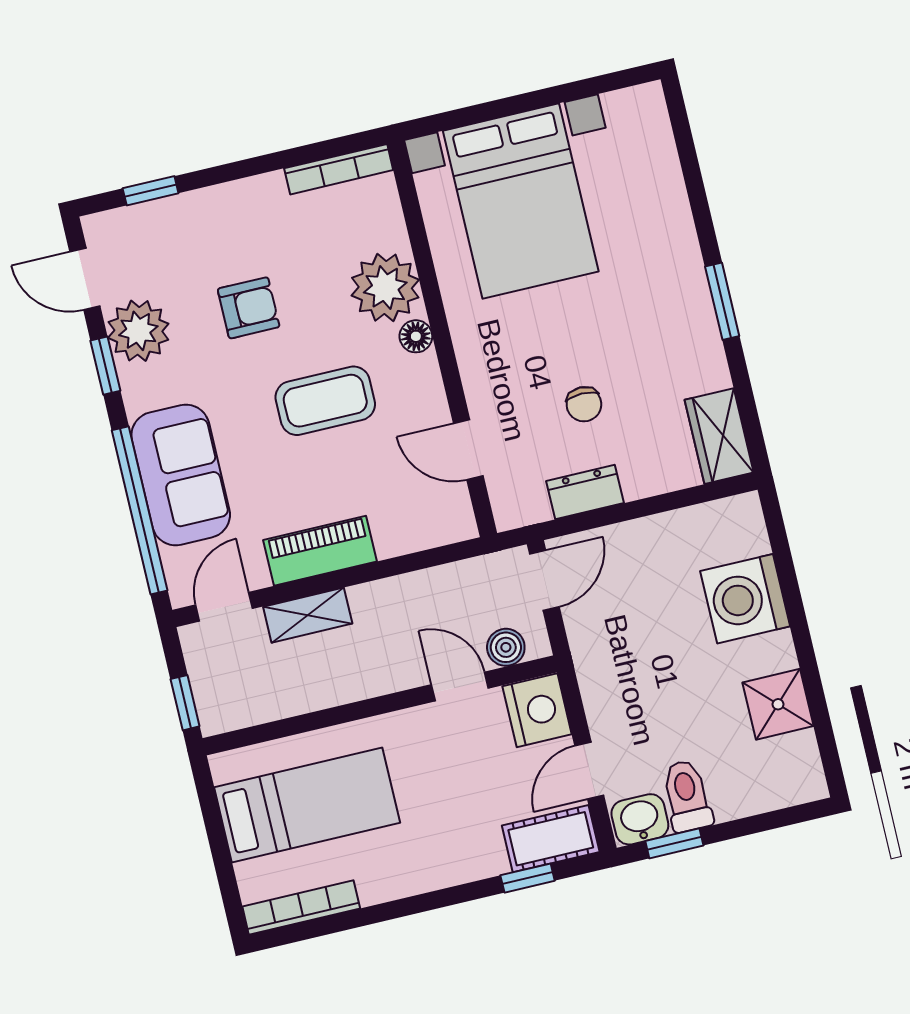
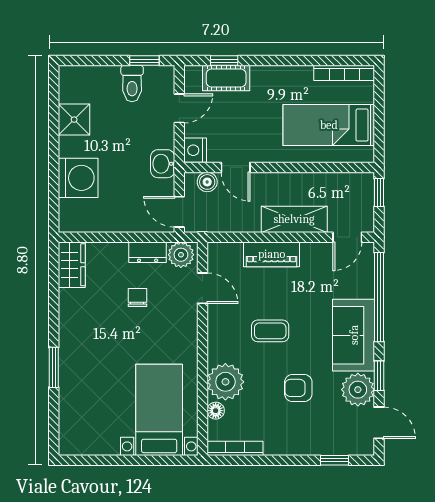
bed with nightstands: (521, 201) -> (159, 410), width x0.73
window: (722, 301) -> (54, 367), moved
floor lamp: (416, 336) -> (216, 411), moved
coffee table: (325, 401) -> (270, 331), width x0.73, depth x0.77
sofa: (181, 475) -> (354, 335), moved
plant: (523, 502) -> (181, 255), added
piano: (320, 551) -> (272, 254), moved
door: (544, 580) -> (179, 212), hinge flipped
shelving: (308, 615) -> (294, 219), width x1.50, depth x1.33
nightstand: (537, 710) -> (195, 150), width x0.74, depth x0.75
washbasin: (640, 819) -> (163, 164), moved, turned 90
cot: (551, 839) -> (226, 78), moved

